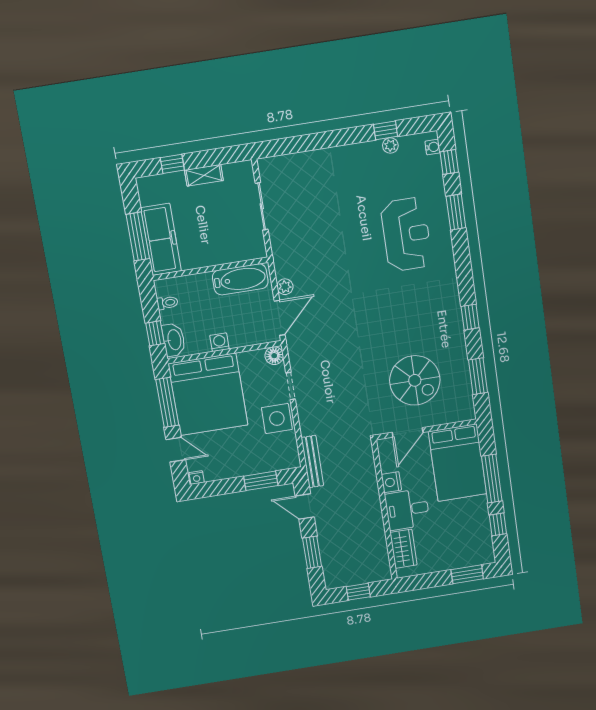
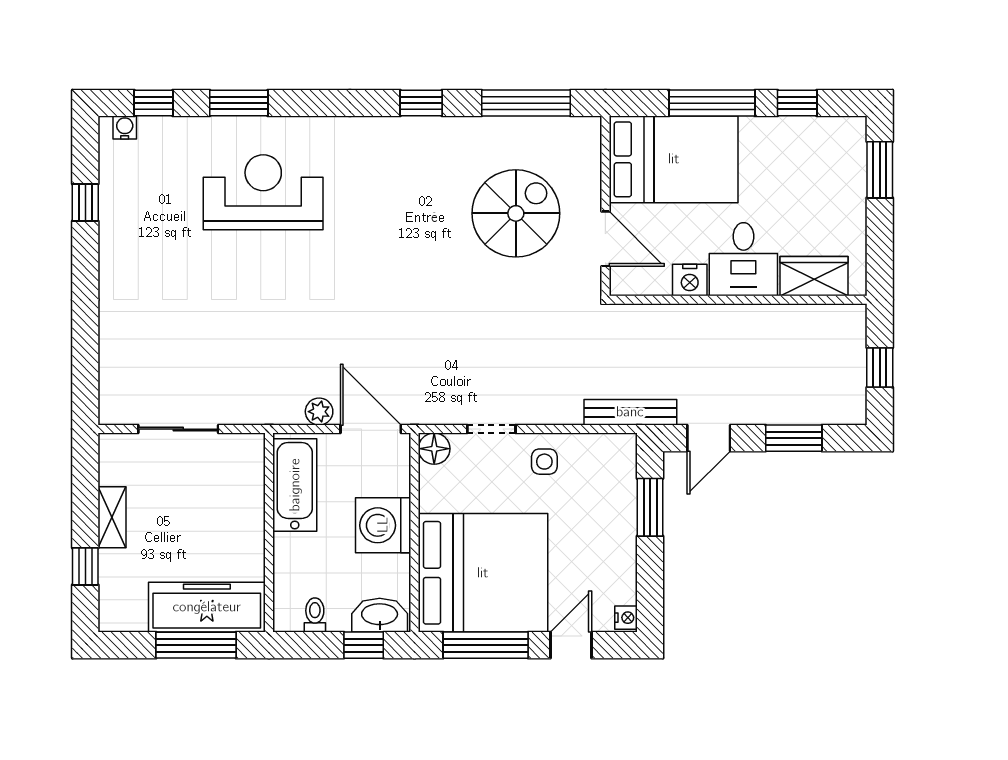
plant: (390, 145) -> (111, 198), removed
washing machine: (219, 342) -> (383, 525), width x1.89, depth x1.89
window: (478, 376) -> (526, 103), width x1.44
side table: (277, 419) -> (544, 462), width x0.54, depth x0.54

